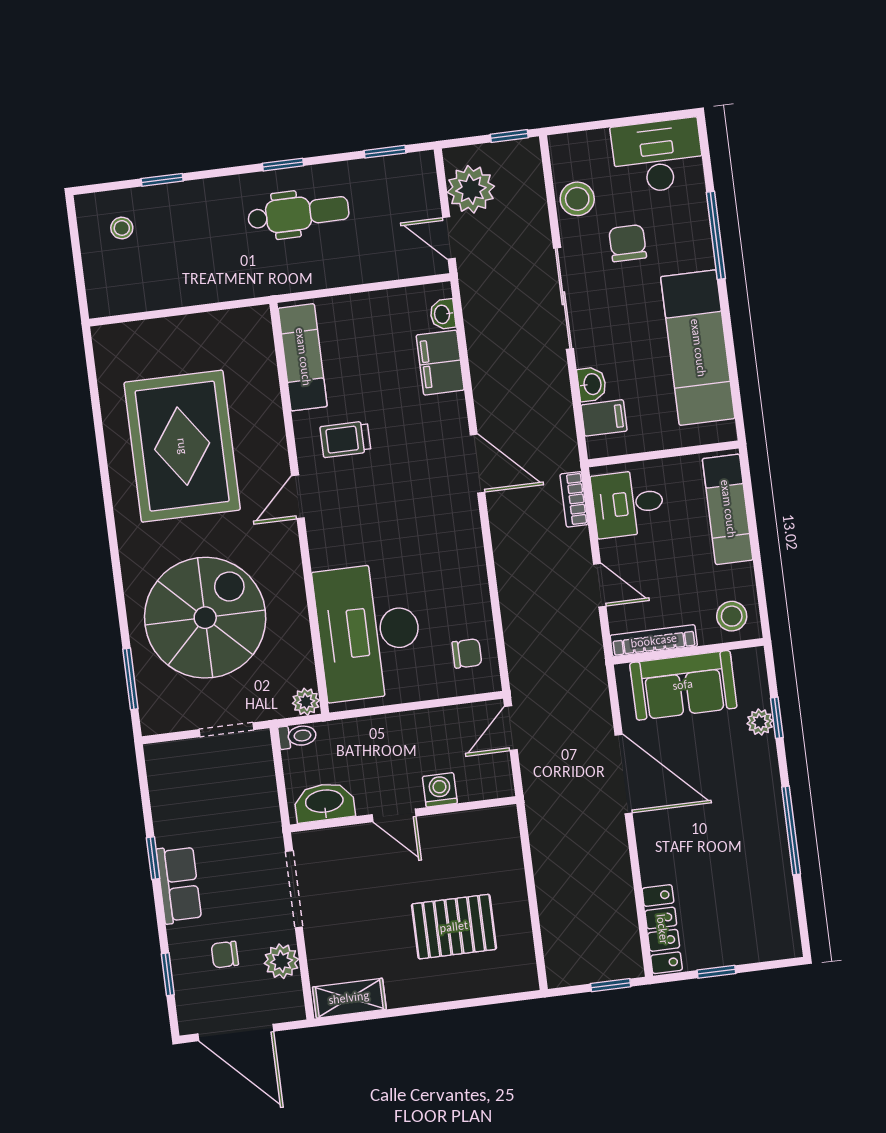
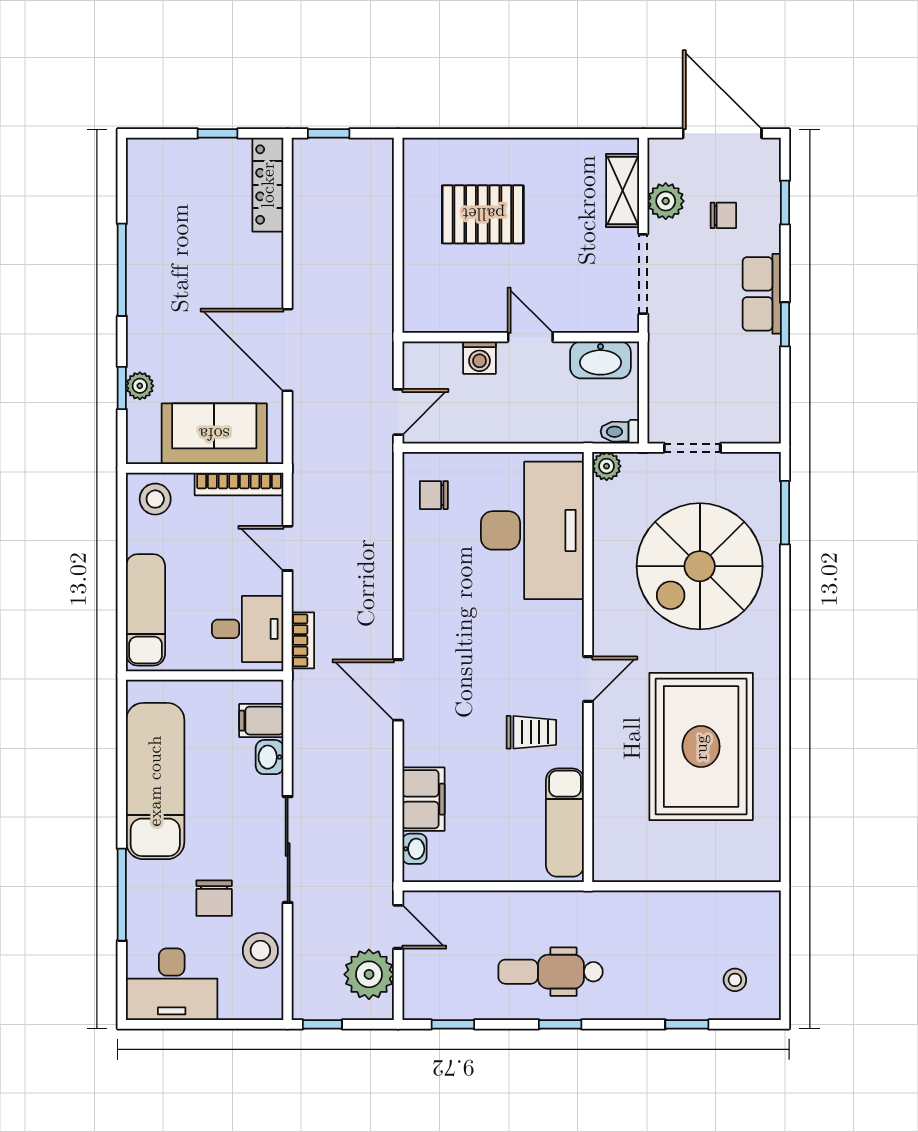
shelving: (349, 998) -> (623, 191), moved, turned 90

